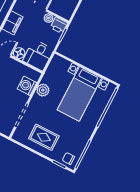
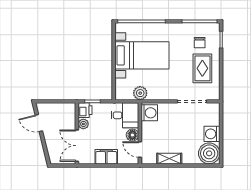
washing machine: (27, 86) -> (149, 113), moved, turned -90
plant: (43, 90) -> (140, 93), moved
chair: (68, 159) -> (200, 43), moved

